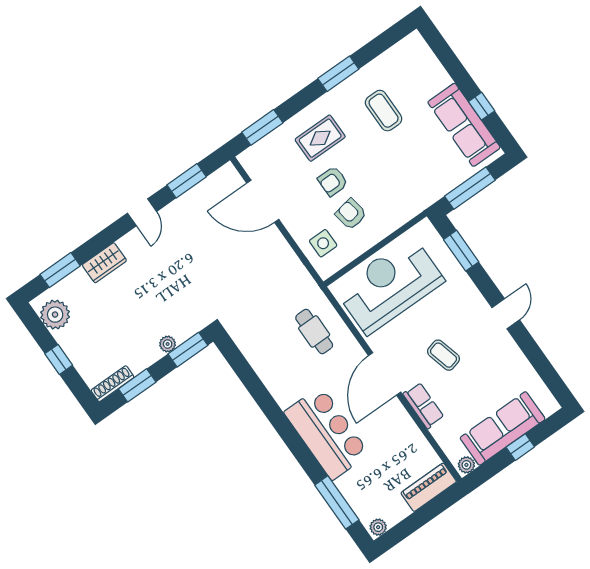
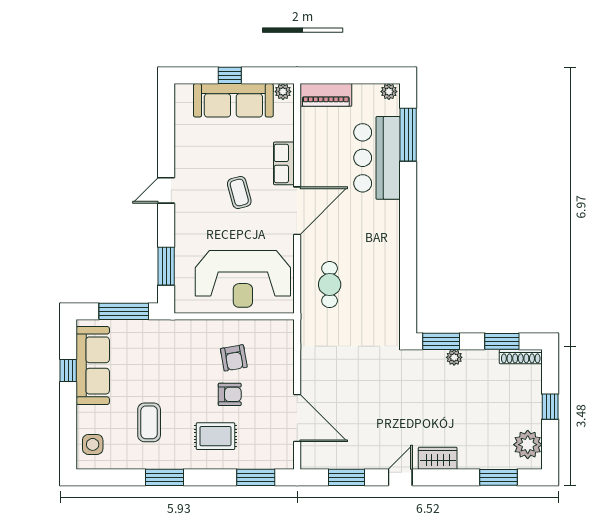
side table: (323, 243) -> (93, 444), moved
wardrobe: (104, 263) -> (438, 458), moved
bar counter: (327, 433) -> (377, 158), moved

